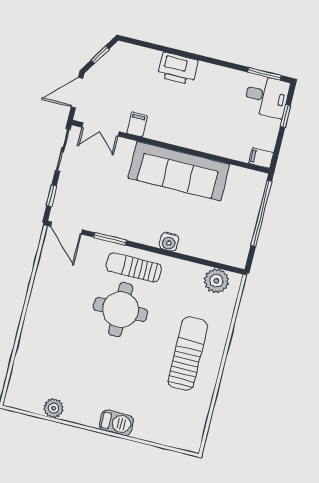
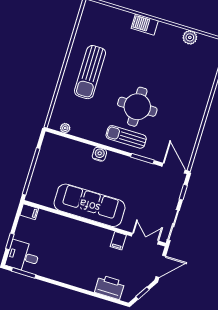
printer: (178, 68) -> (110, 287), moved
sun lounger: (134, 267) -> (126, 137), turned 180
plant: (216, 281) -> (65, 128), width x0.53, depth x0.53

